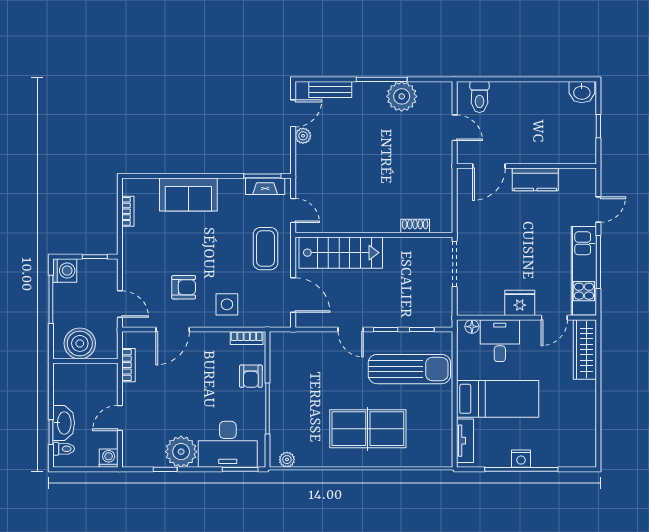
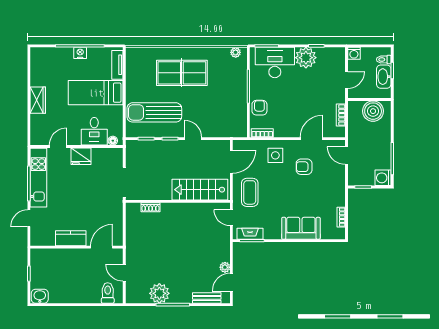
door: (293, 295) -> (231, 162), swing flipped
boiler: (80, 343) -> (373, 111), moved
wardrobe: (585, 350) -> (38, 100), moved, width x0.67
wall: (85, 361) -> (369, 99), moved

